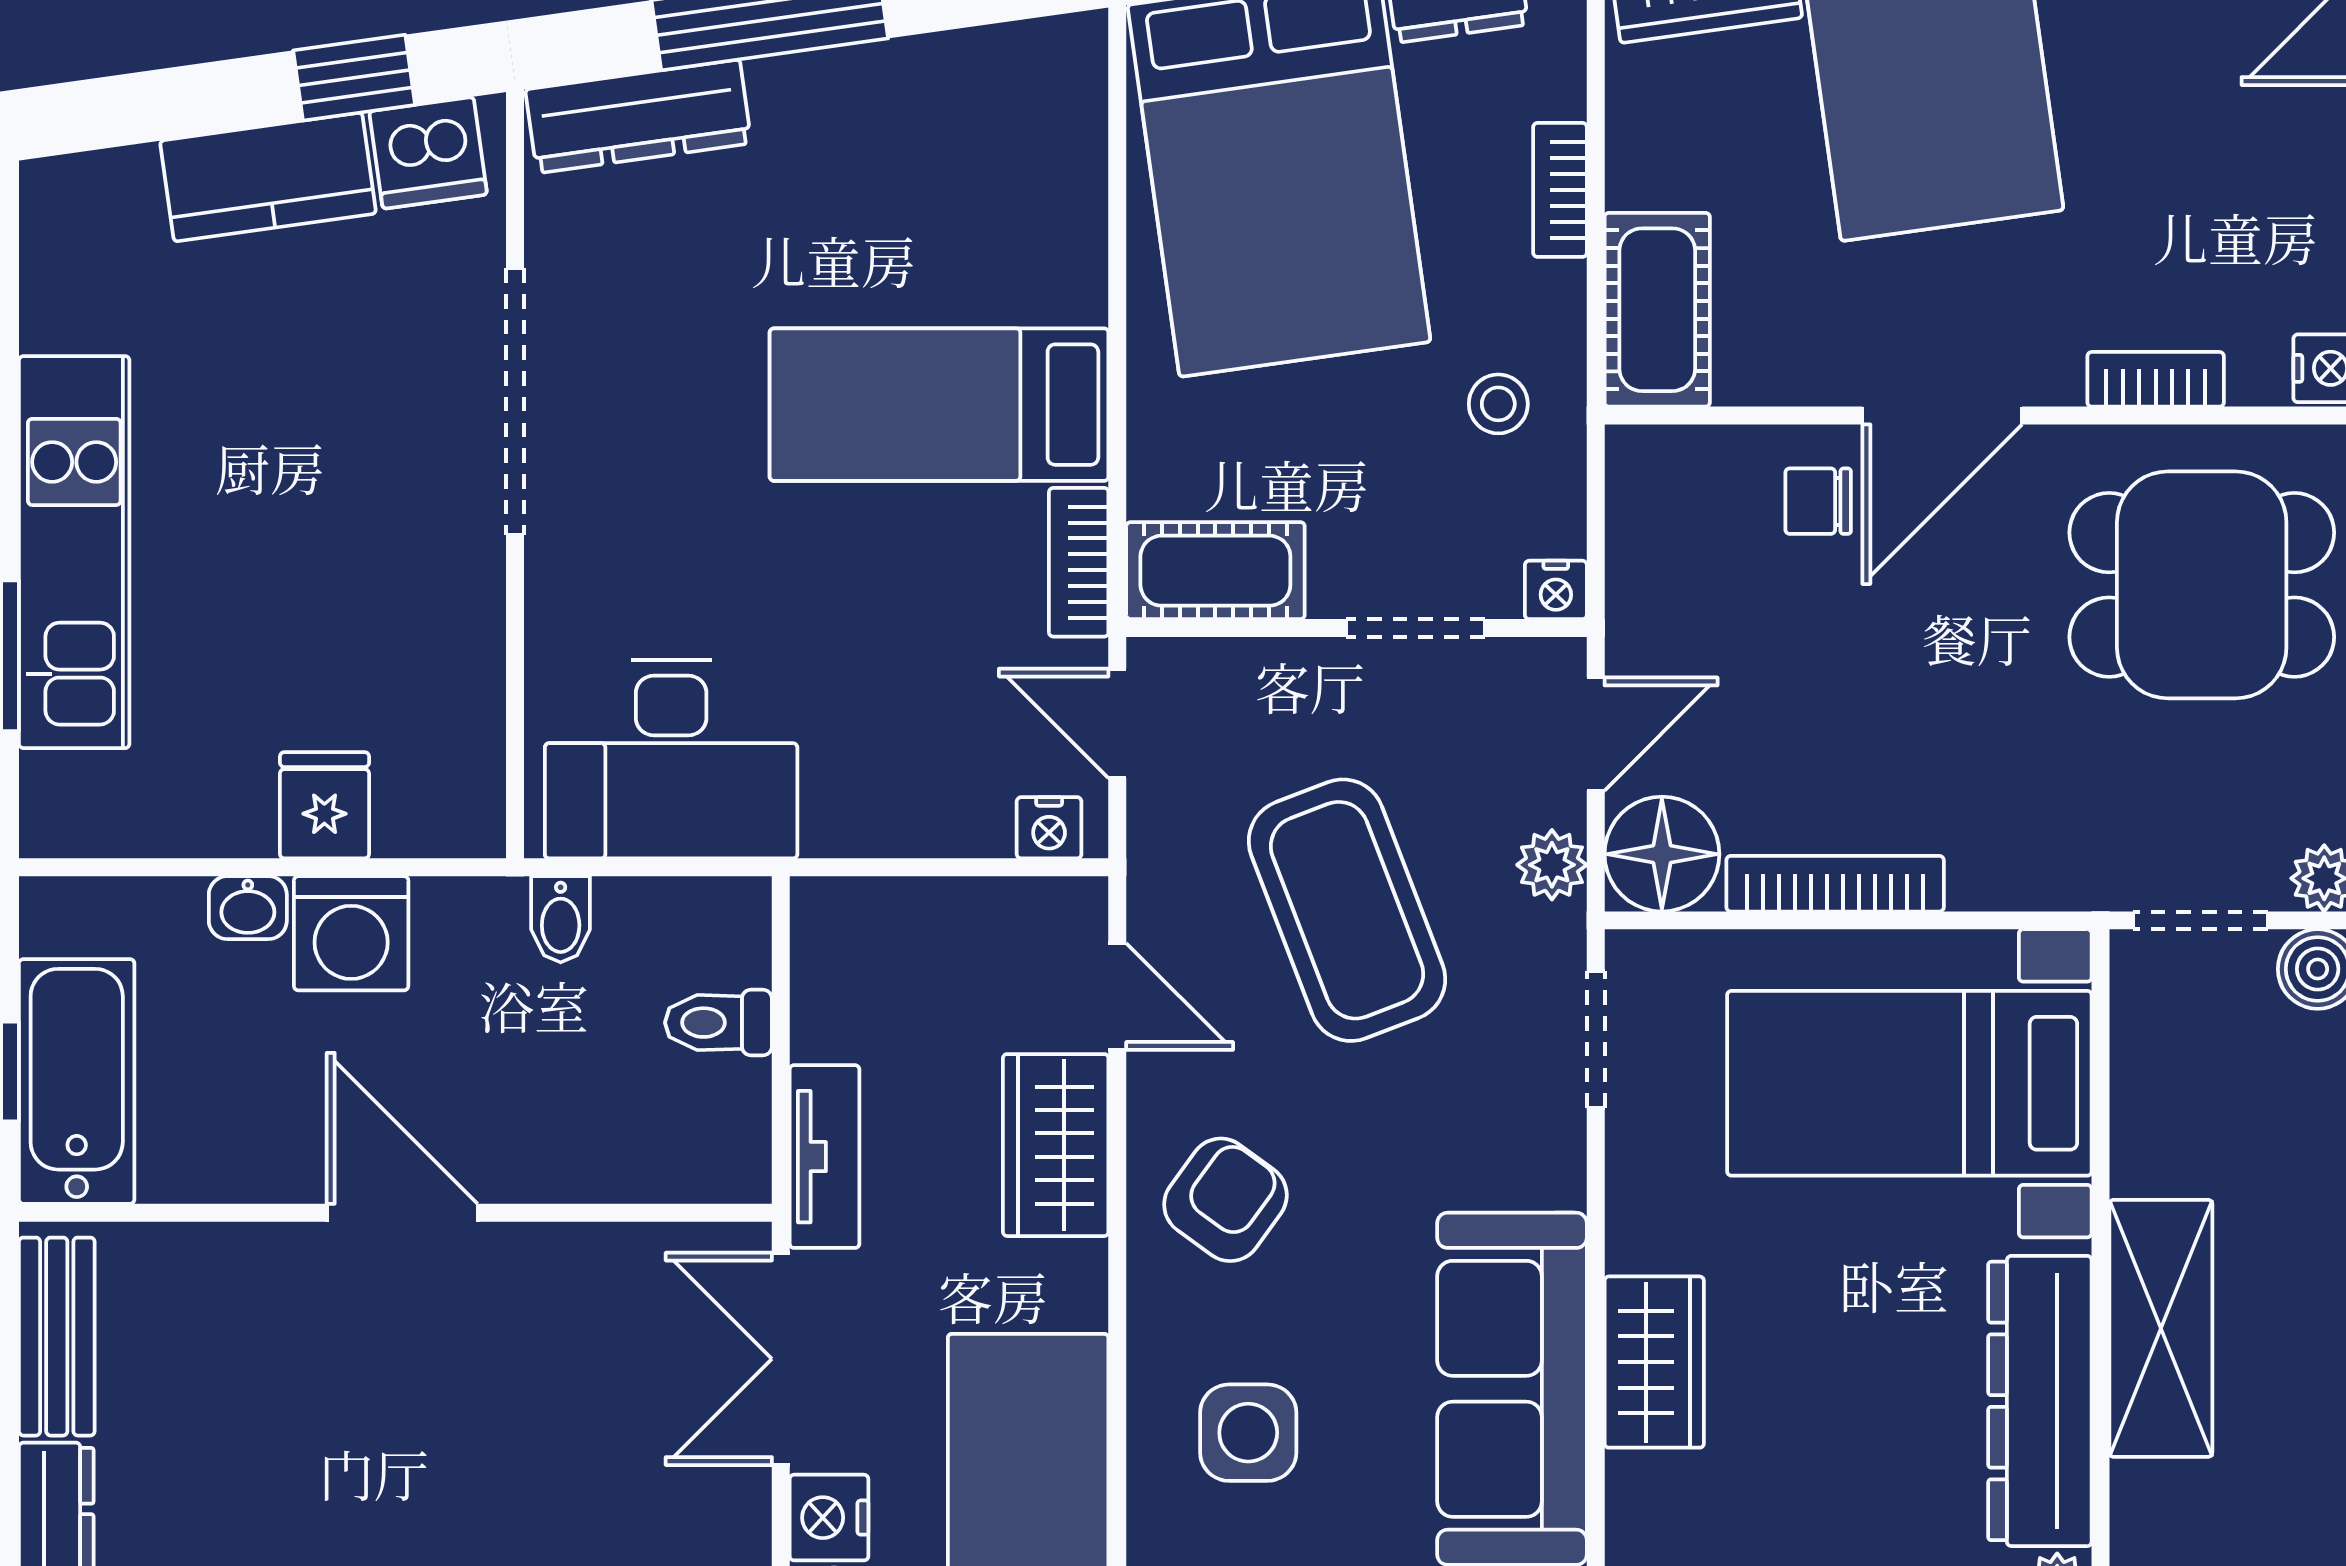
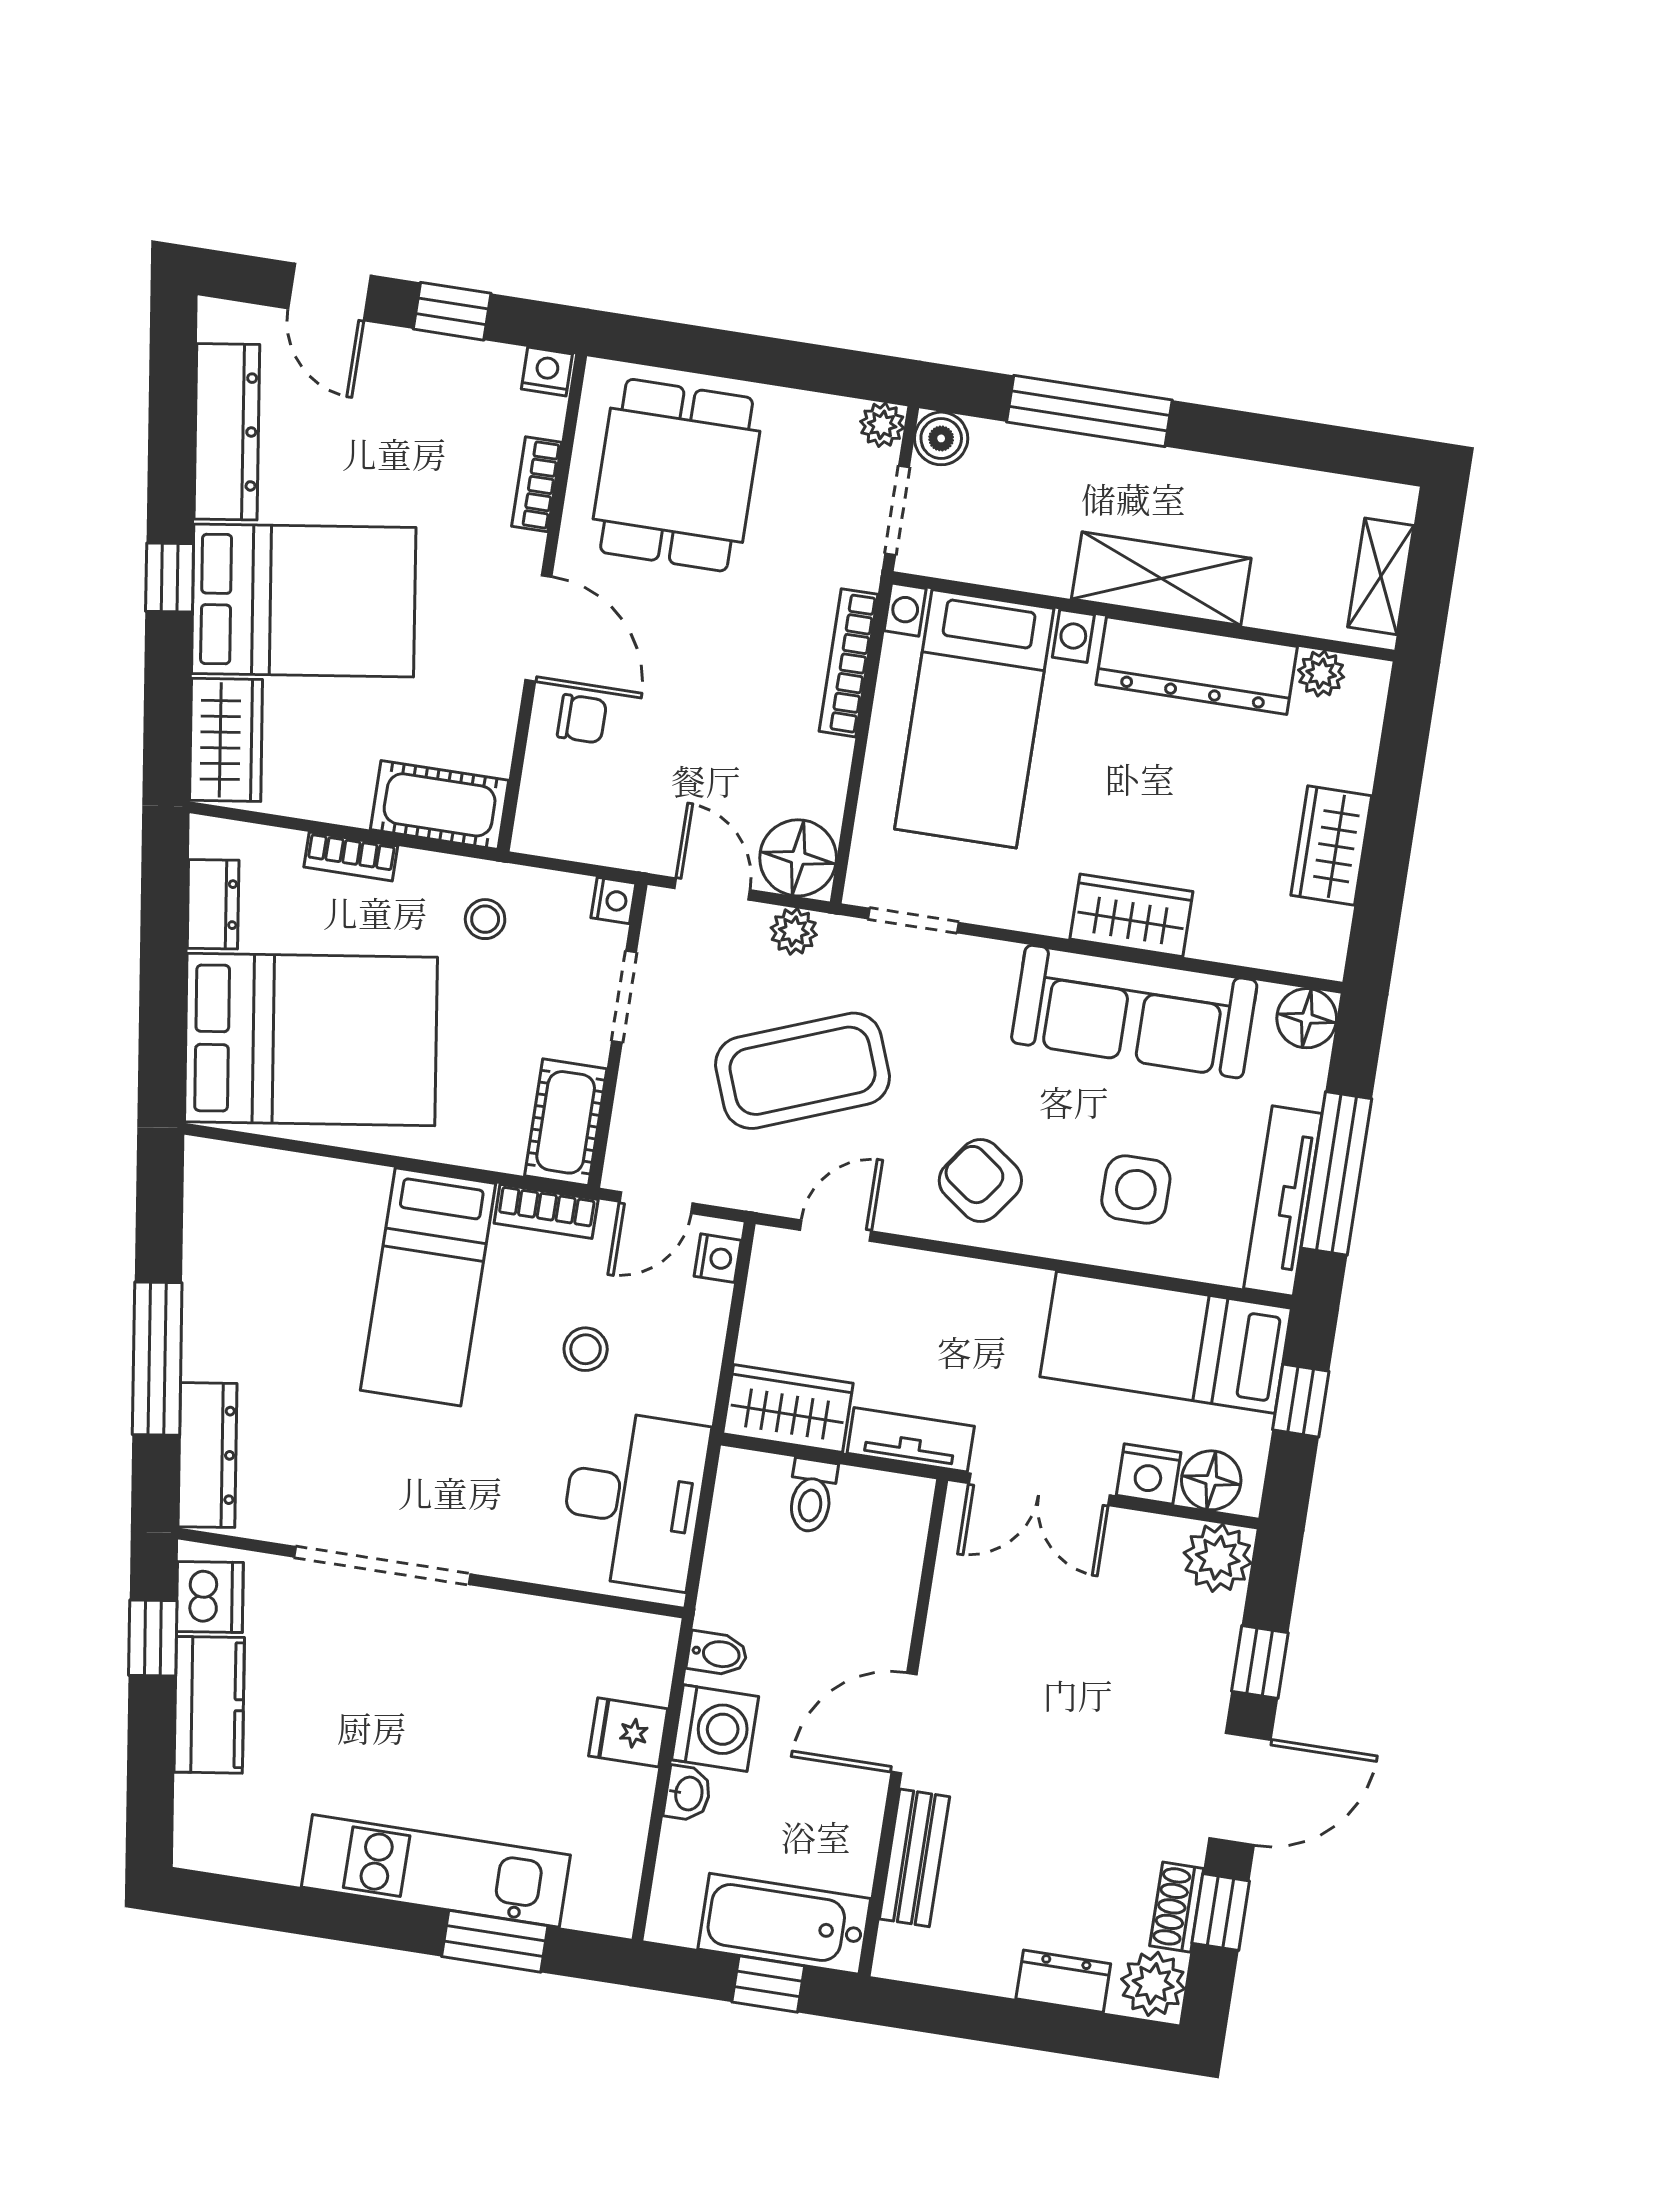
chair: (1818, 501) -> (582, 719), turned -90
stool: (883, 653) -> (586, 1349), added
bookcase: (1835, 884) -> (849, 663), moved
bidet: (561, 919) -> (717, 1654), moved
wardrobe: (1056, 1145) -> (788, 1408), moved, turned 180
bench: (57, 1337) -> (914, 1858), moved, turned 90

